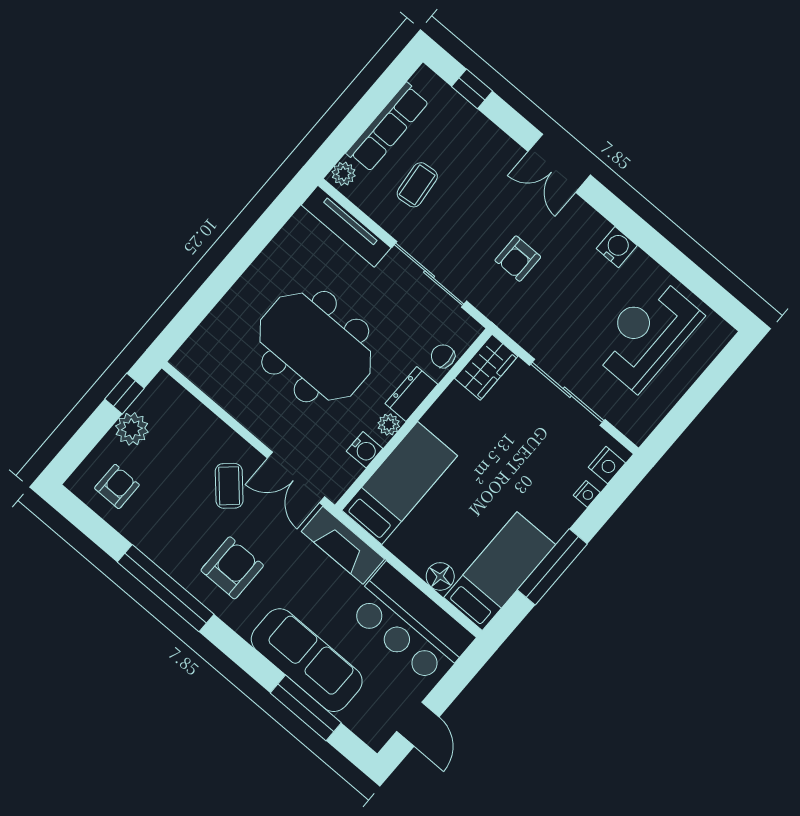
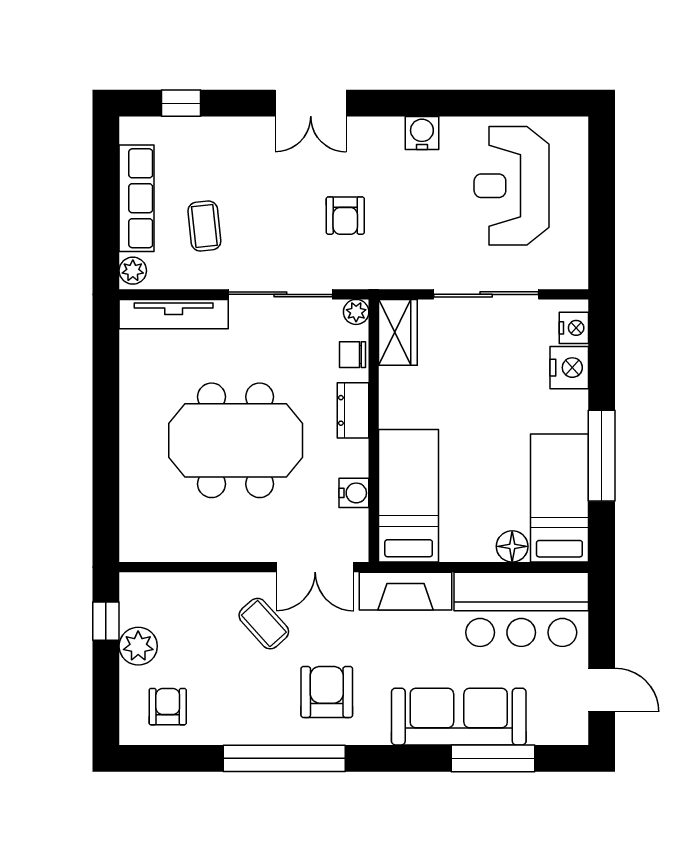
plant: (389, 425) -> (356, 312), moved
nightstand: (587, 494) -> (569, 368), width x1.89, depth x1.79

